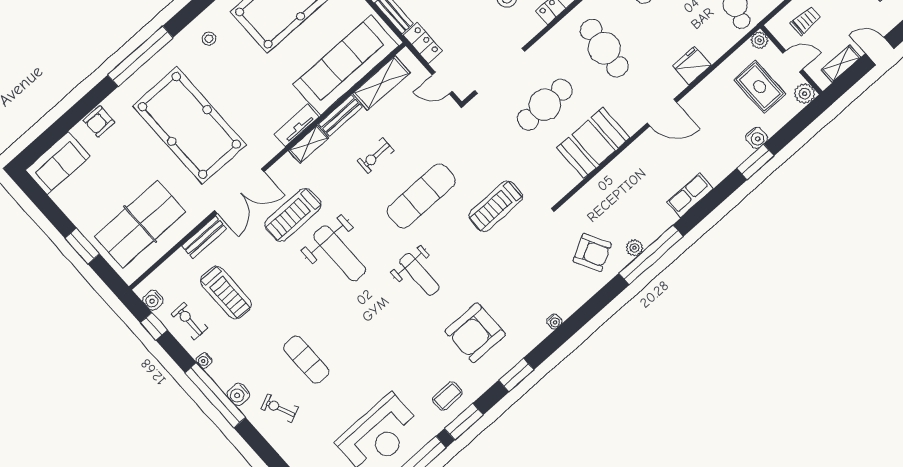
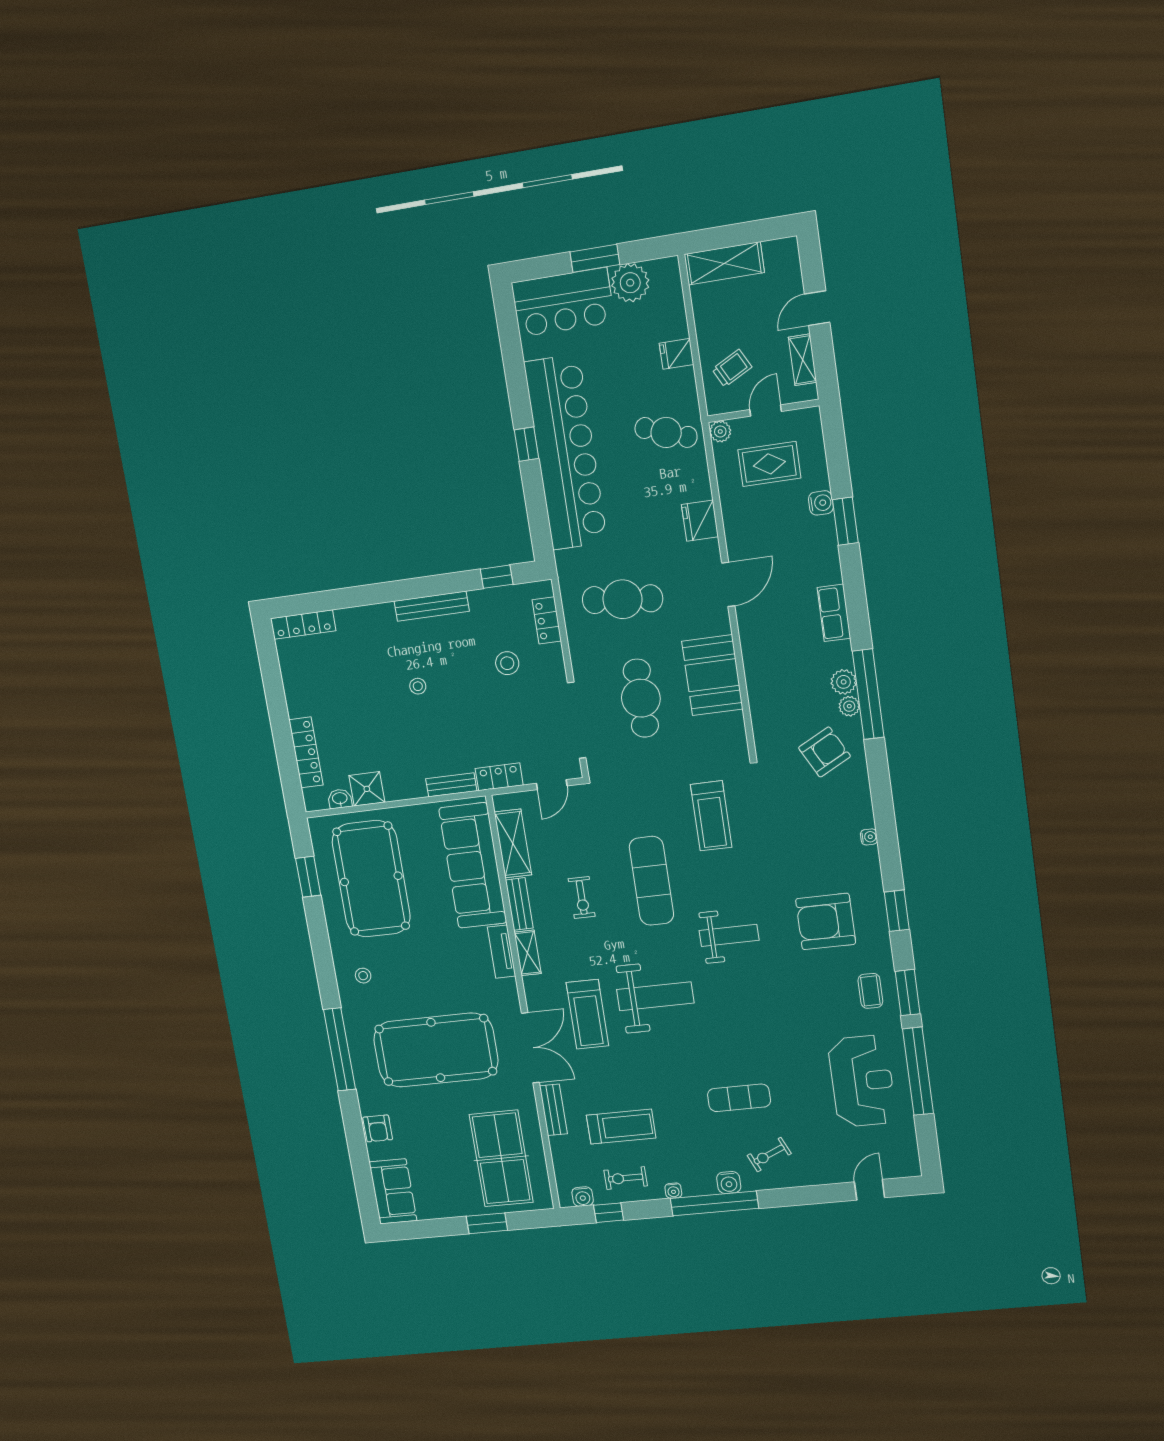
trolley: (805, 21) -> (732, 368), turned 62
plant: (805, 94) -> (844, 682), moved
armchair: (475, 333) -> (826, 921), turned 90

